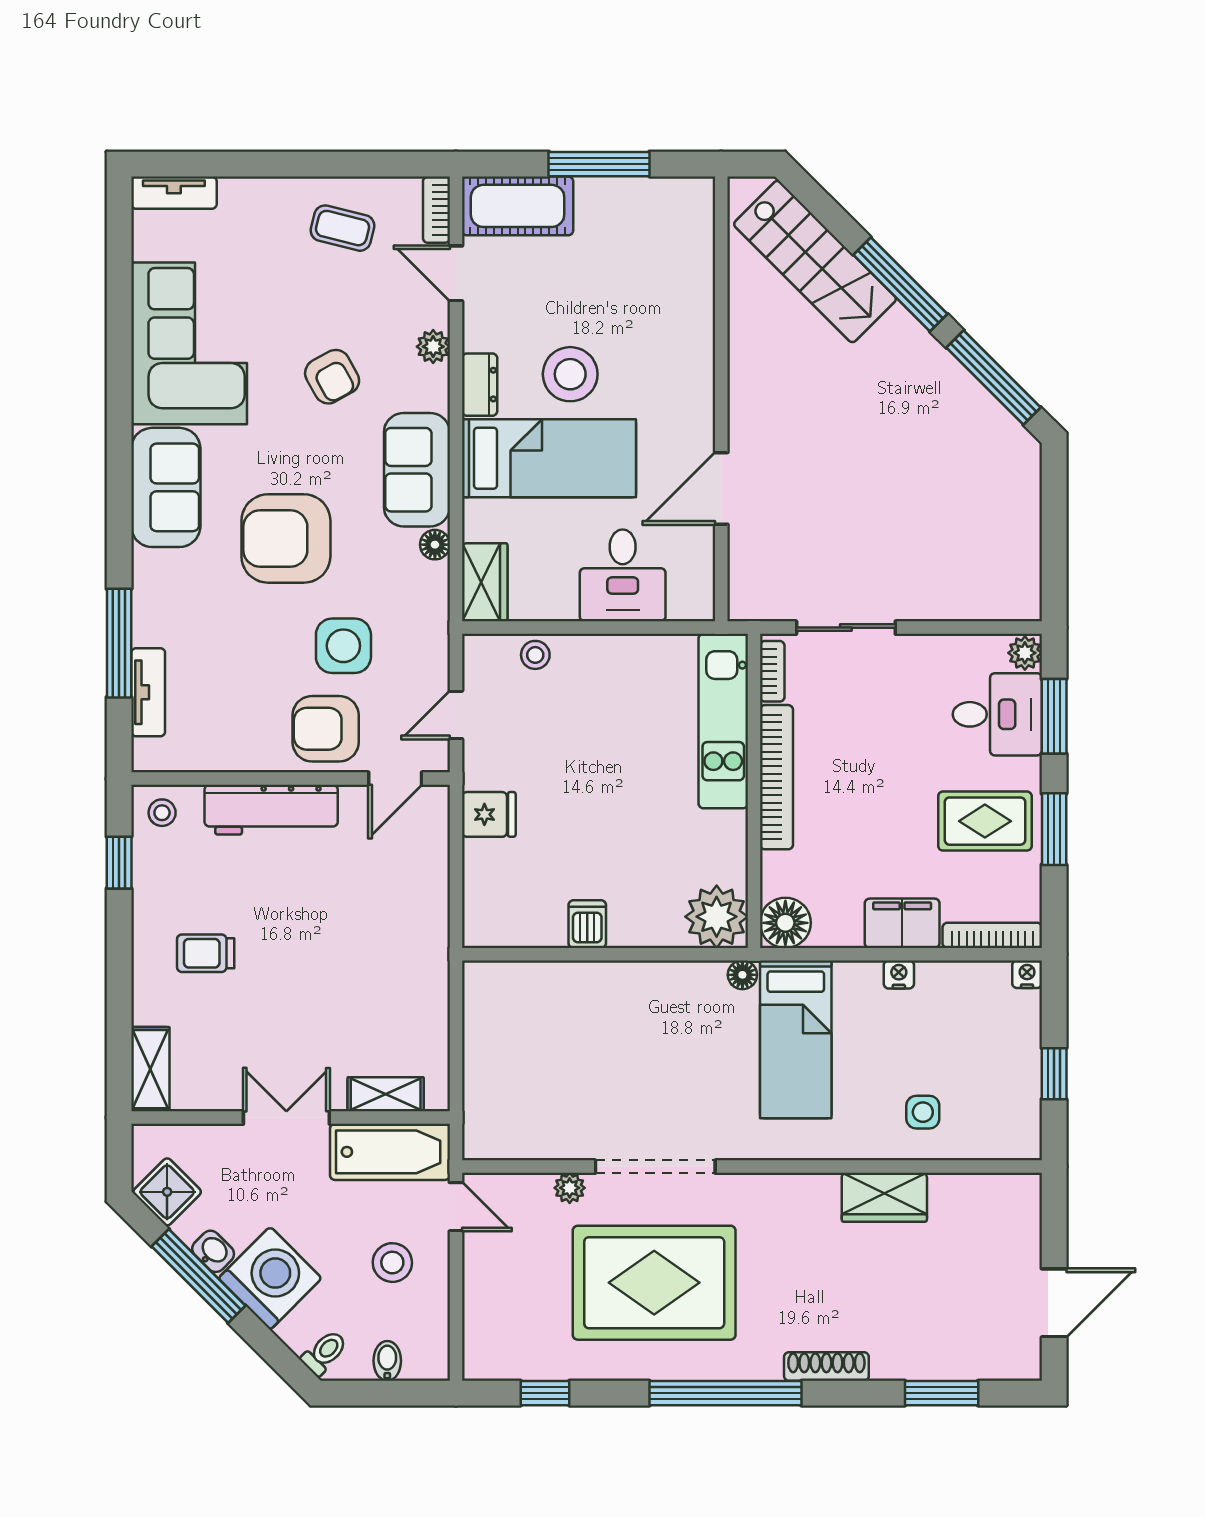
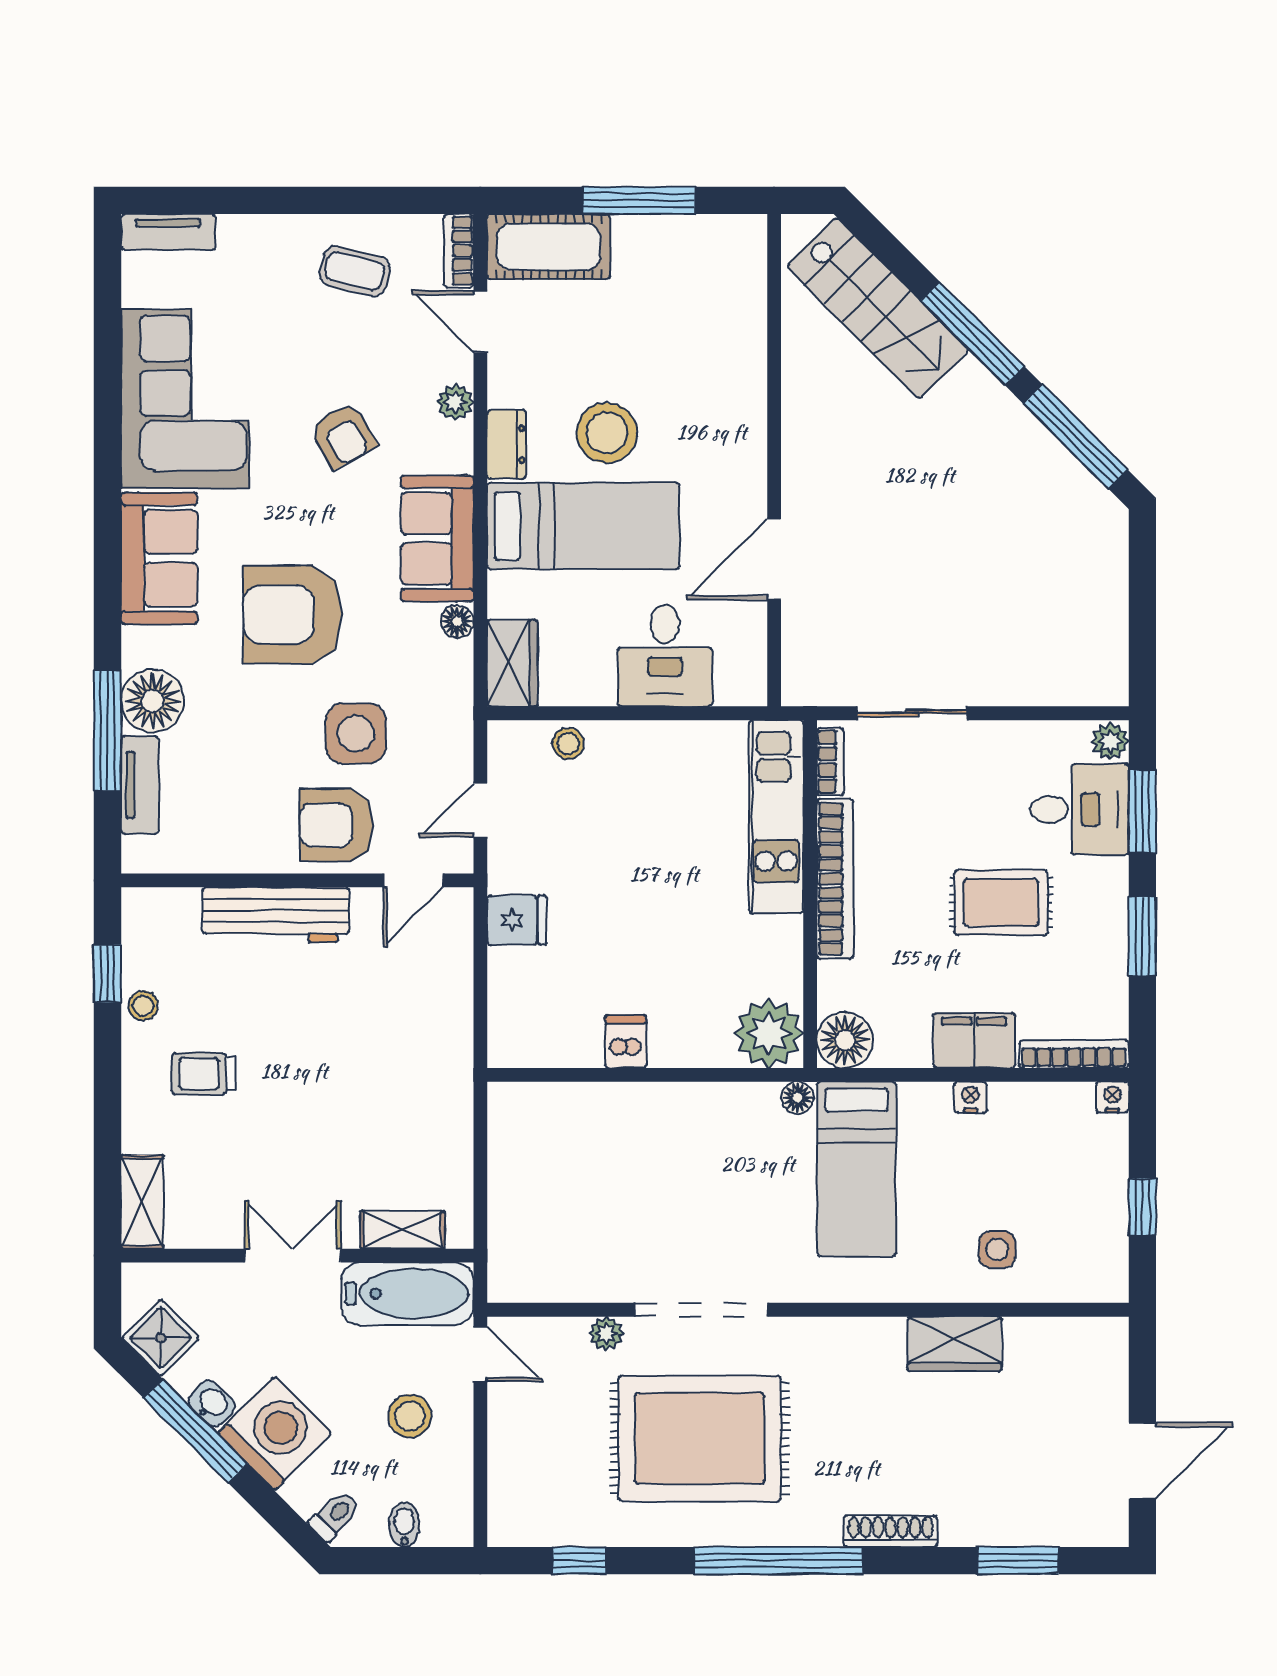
floor lamp: (160, 616) -> (153, 701), added
stool: (162, 813) -> (143, 1006), moved
rug: (985, 821) -> (1001, 903), moved

